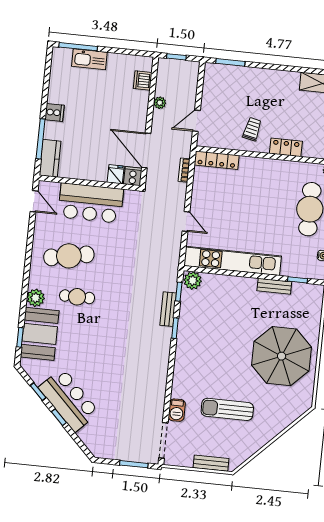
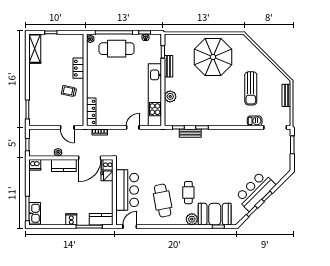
kitchen sink: (89, 59) -> (35, 213), moved
dishwasher: (143, 80) -> (35, 165), moved
kitchen counter: (138, 110) -> (64, 165), added
plant: (193, 281) -> (170, 96), moved

